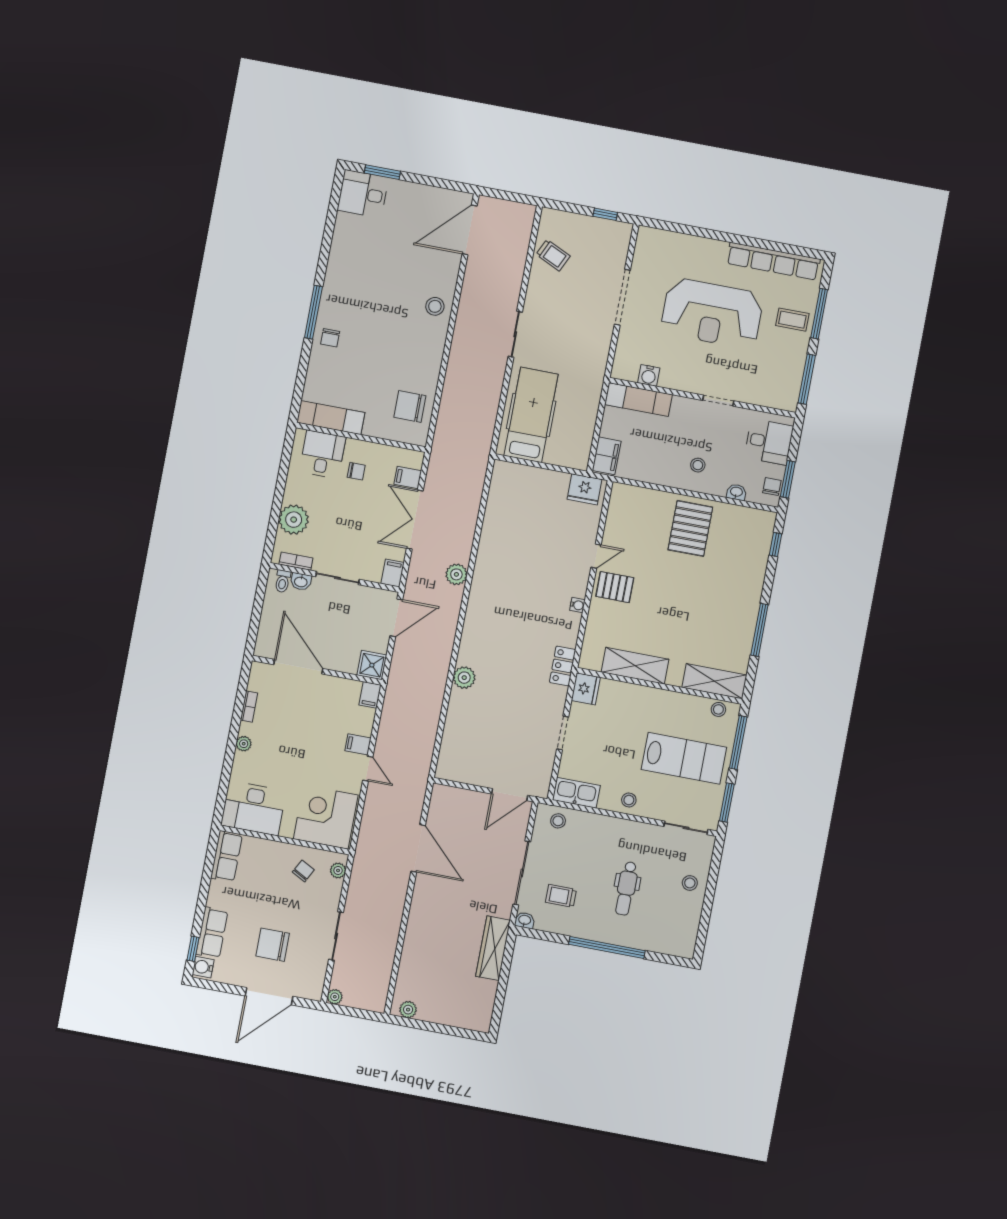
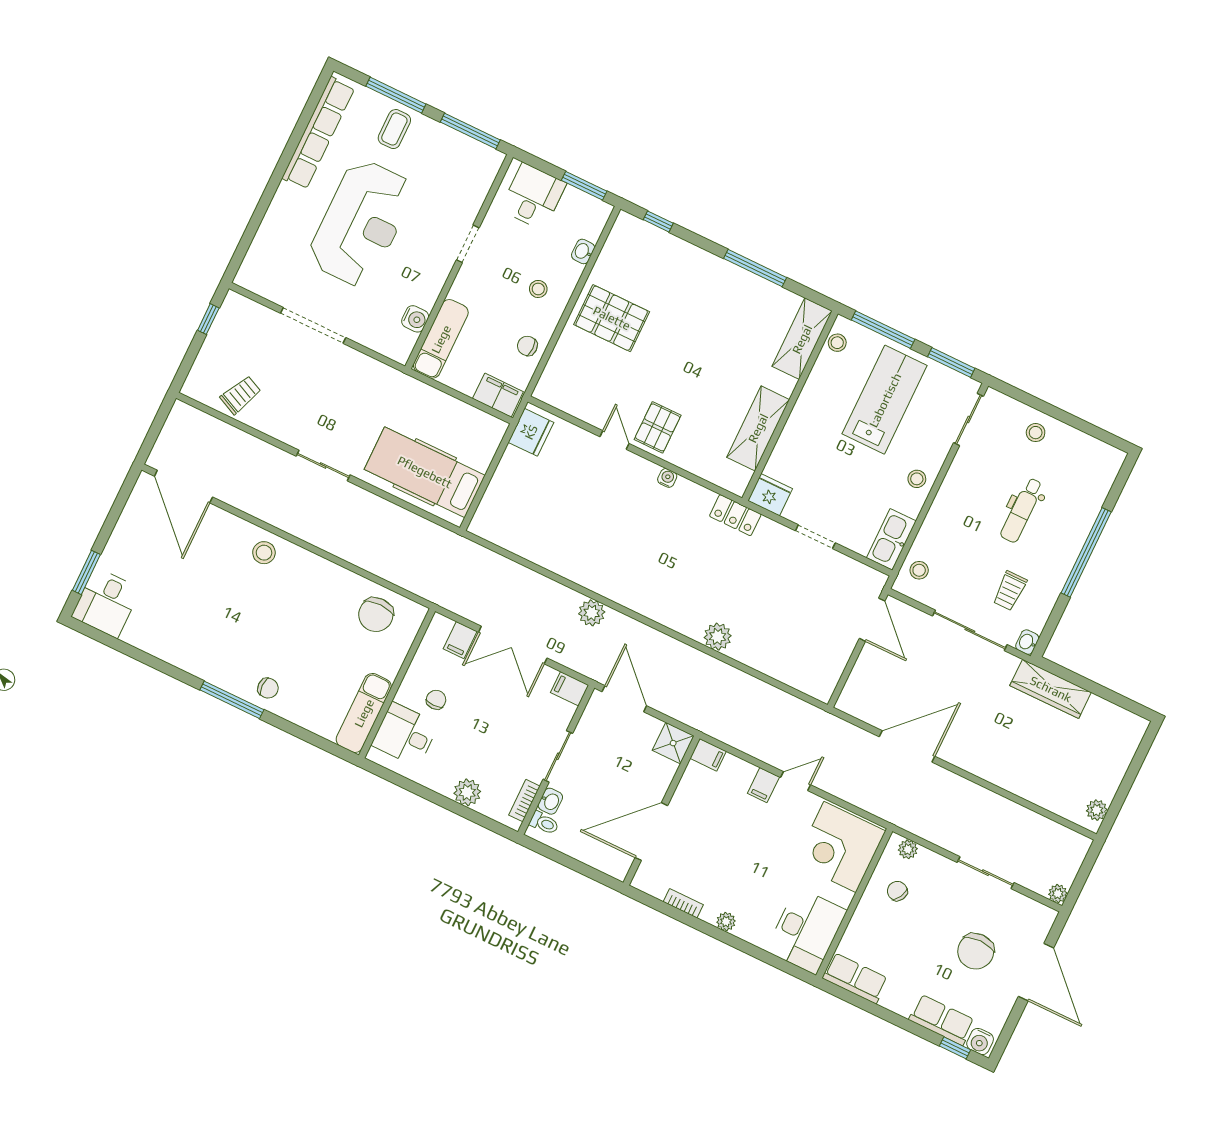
chair: (772, 487) -> (527, 346), moved
plant: (294, 520) -> (467, 792), width x0.73, depth x0.73
dental chair: (626, 888) -> (1022, 510), turned 90

